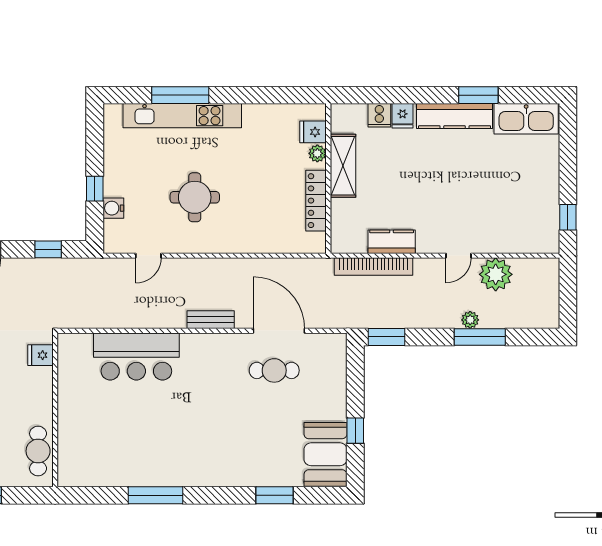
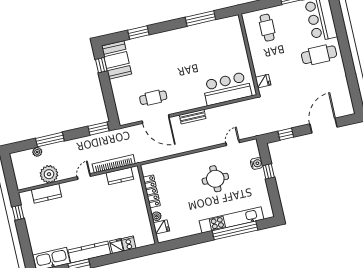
window: (180, 95) -> (235, 230), width x1.46
shelving: (343, 166) -> (142, 213), removed
kitchen counter: (508, 240) -> (47, 193), added
kitchen counter: (392, 242) -> (120, 176), moved
door: (458, 256) -> (84, 177), moved
plant: (470, 320) -> (37, 152), moved
fridge: (41, 355) -> (263, 81), moved
wall: (55, 410) -> (249, 54), moved
window: (355, 431) -> (101, 65), moved

